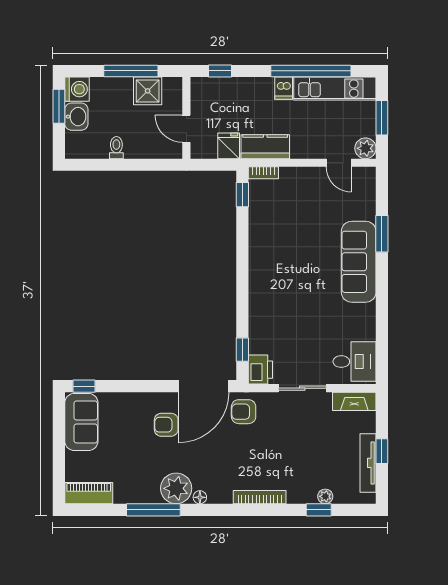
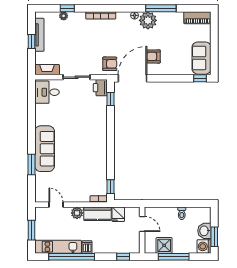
plant: (365, 148) -> (77, 213), moved
armchair: (166, 425) -> (154, 56), turned 180

